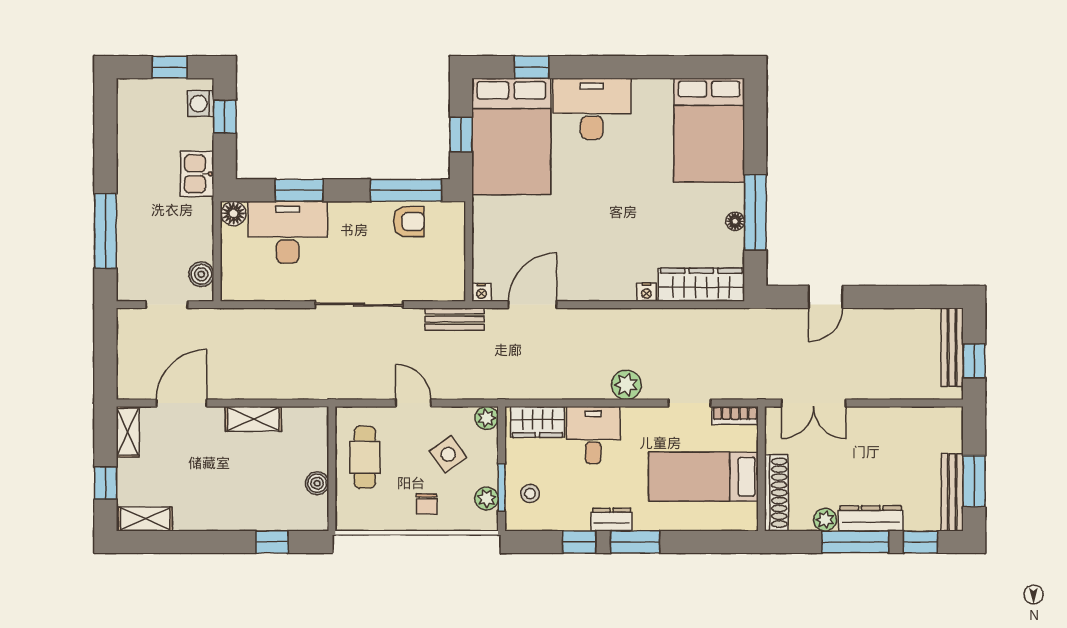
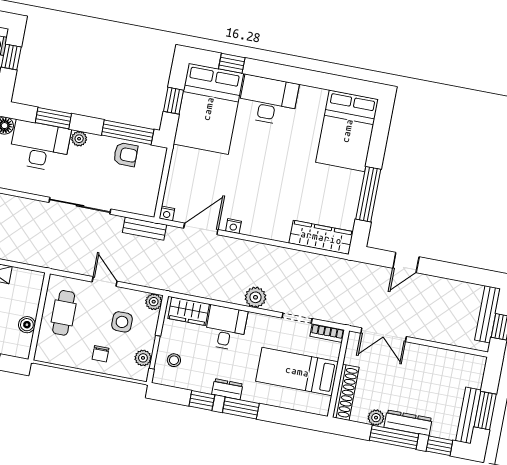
plant: (340, 212) -> (79, 139), added
floor lamp: (735, 221) -> (353, 198), removed
nightstand: (646, 292) -> (233, 226), moved
side table: (448, 454) -> (122, 322), turned 36

